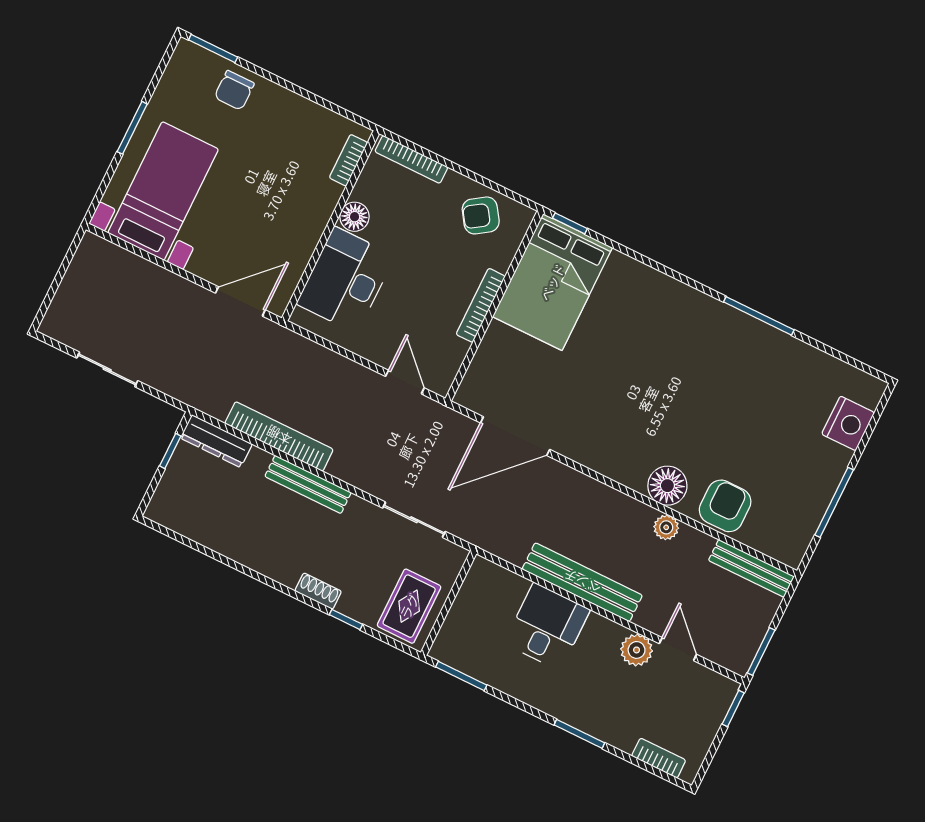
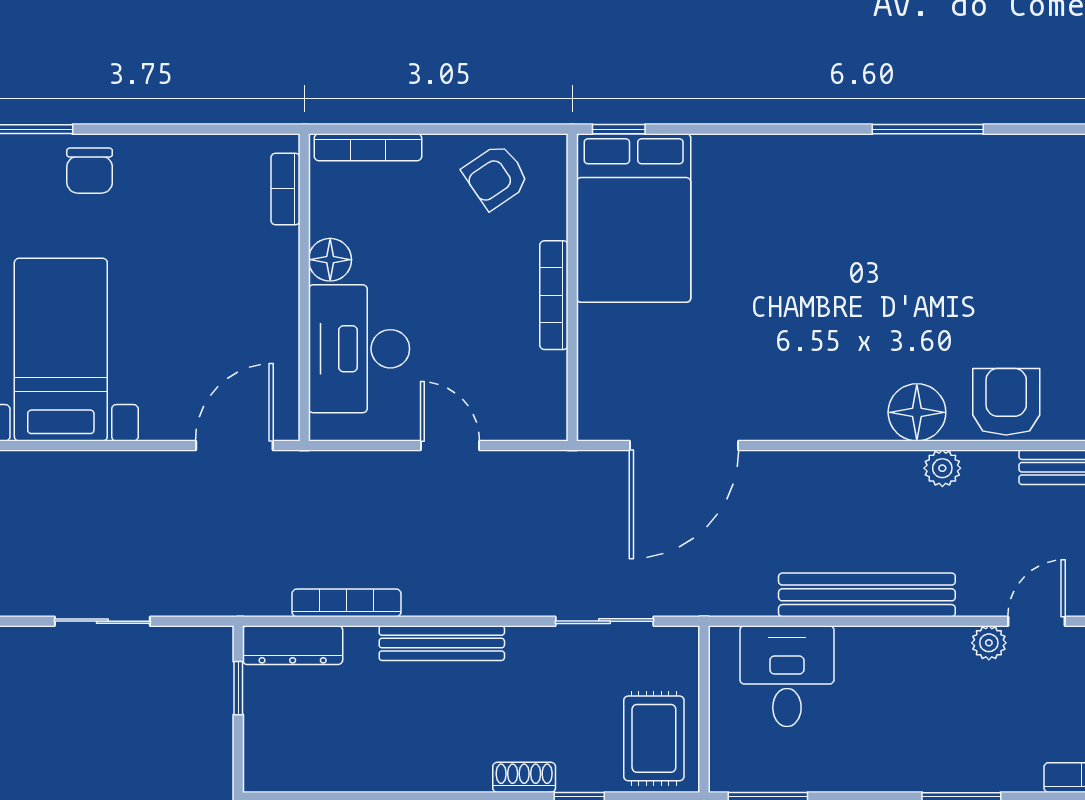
door: (405, 382) -> (450, 445), moved
bookcase: (279, 436) -> (346, 603), width x0.68, depth x0.76
desk: (547, 627) -> (787, 676), moved
door: (678, 649) -> (1036, 621), hinge flipped
plant: (637, 650) -> (989, 643), width x0.73, depth x0.73

